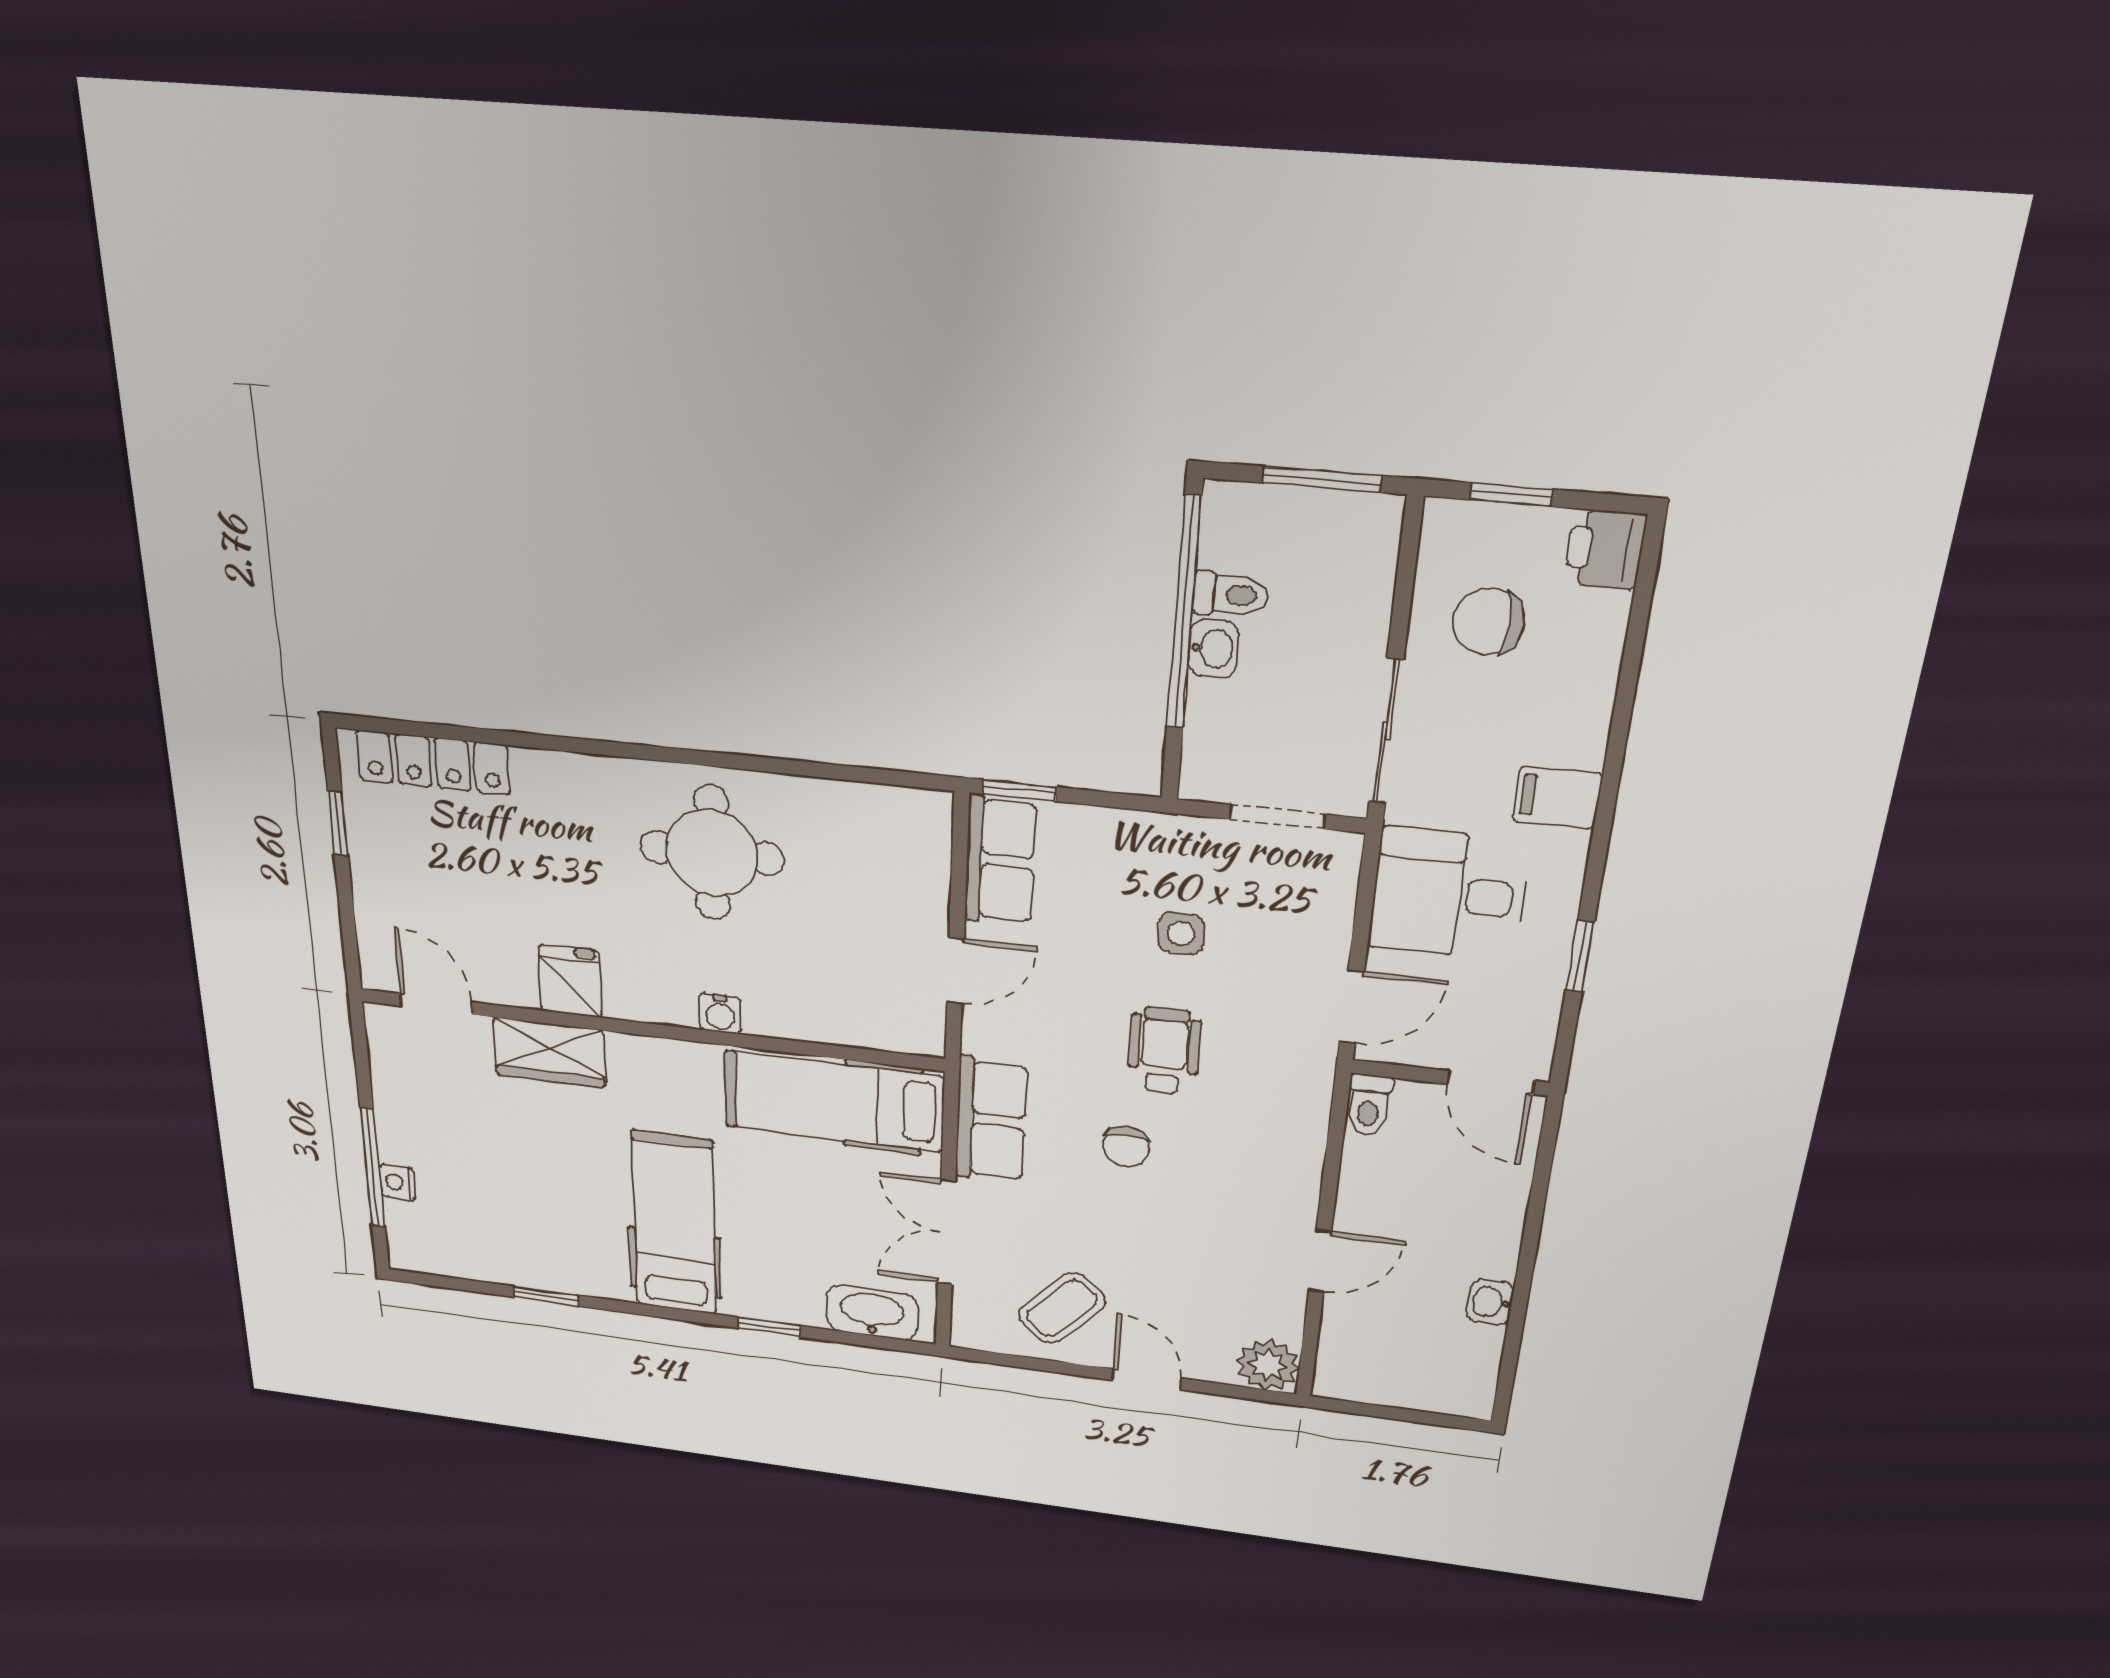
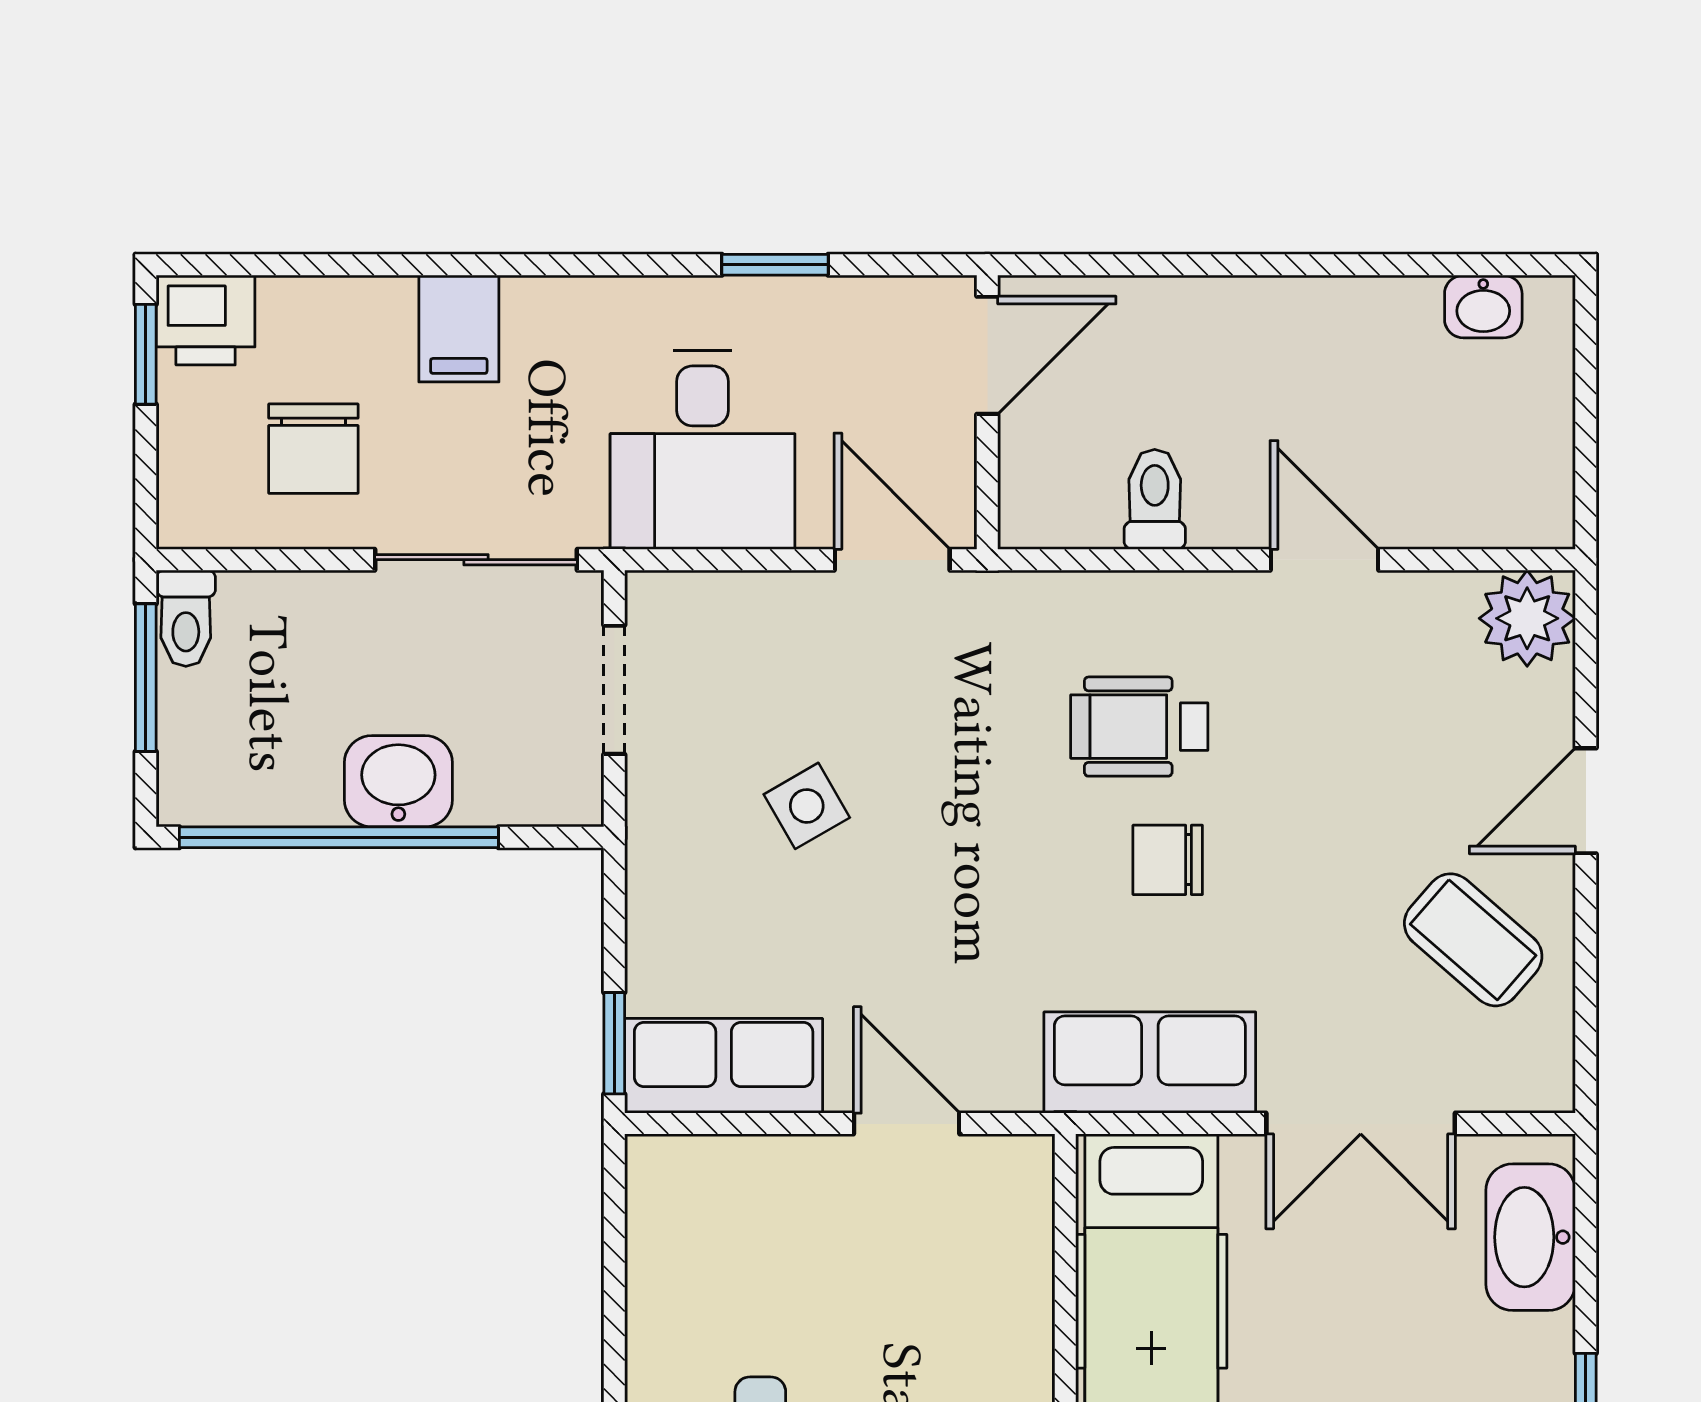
window: (1511, 495) -> (146, 354), moved
toilet: (1231, 595) -> (186, 618), moved, turned 180
washbasin: (1213, 649) -> (398, 781), width x1.38, depth x1.45
filing cabinet: (1557, 797) -> (459, 329), moved
side table: (1181, 934) -> (807, 806), turned -30
wheelchair: (1164, 1051) -> (1139, 727), moved
toilet: (1369, 1105) -> (1155, 499), moved, turned -90
chair: (1126, 1147) -> (1168, 860), turned 180
washbasin: (1490, 1302) -> (1483, 307), moved

